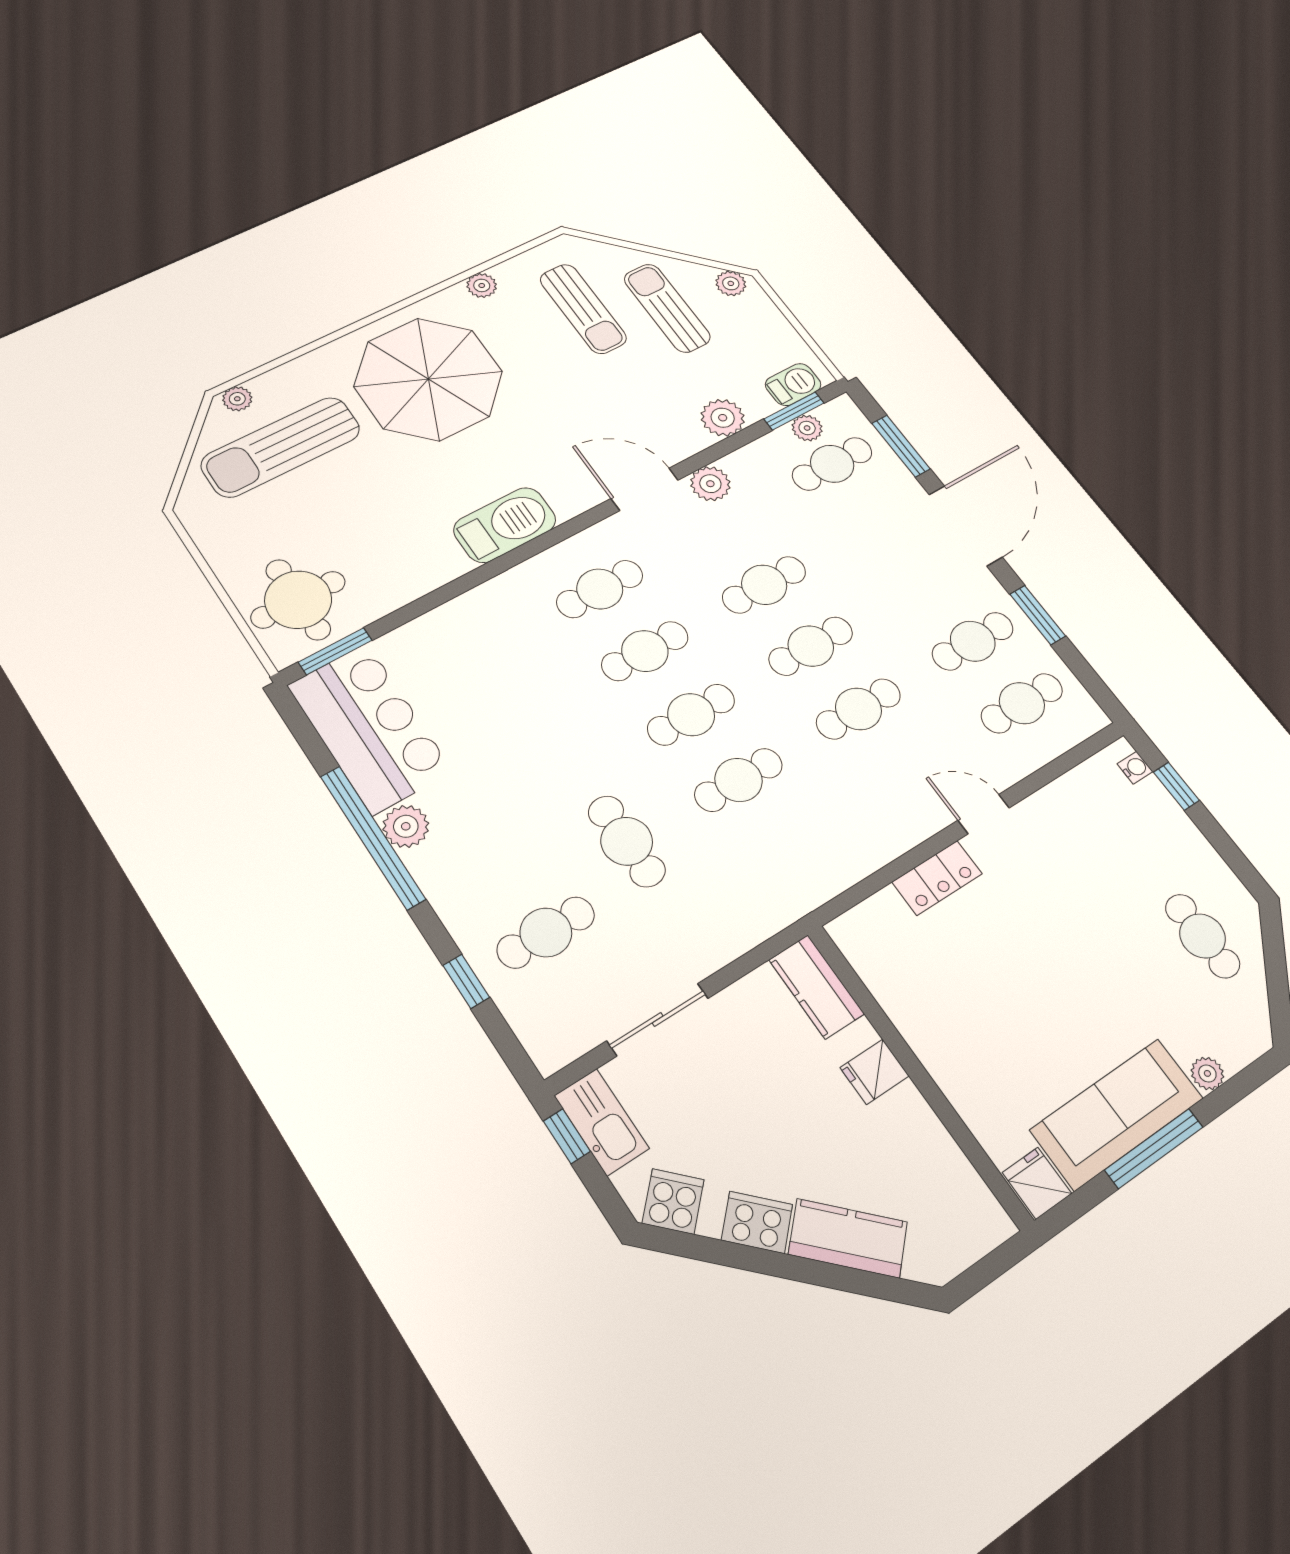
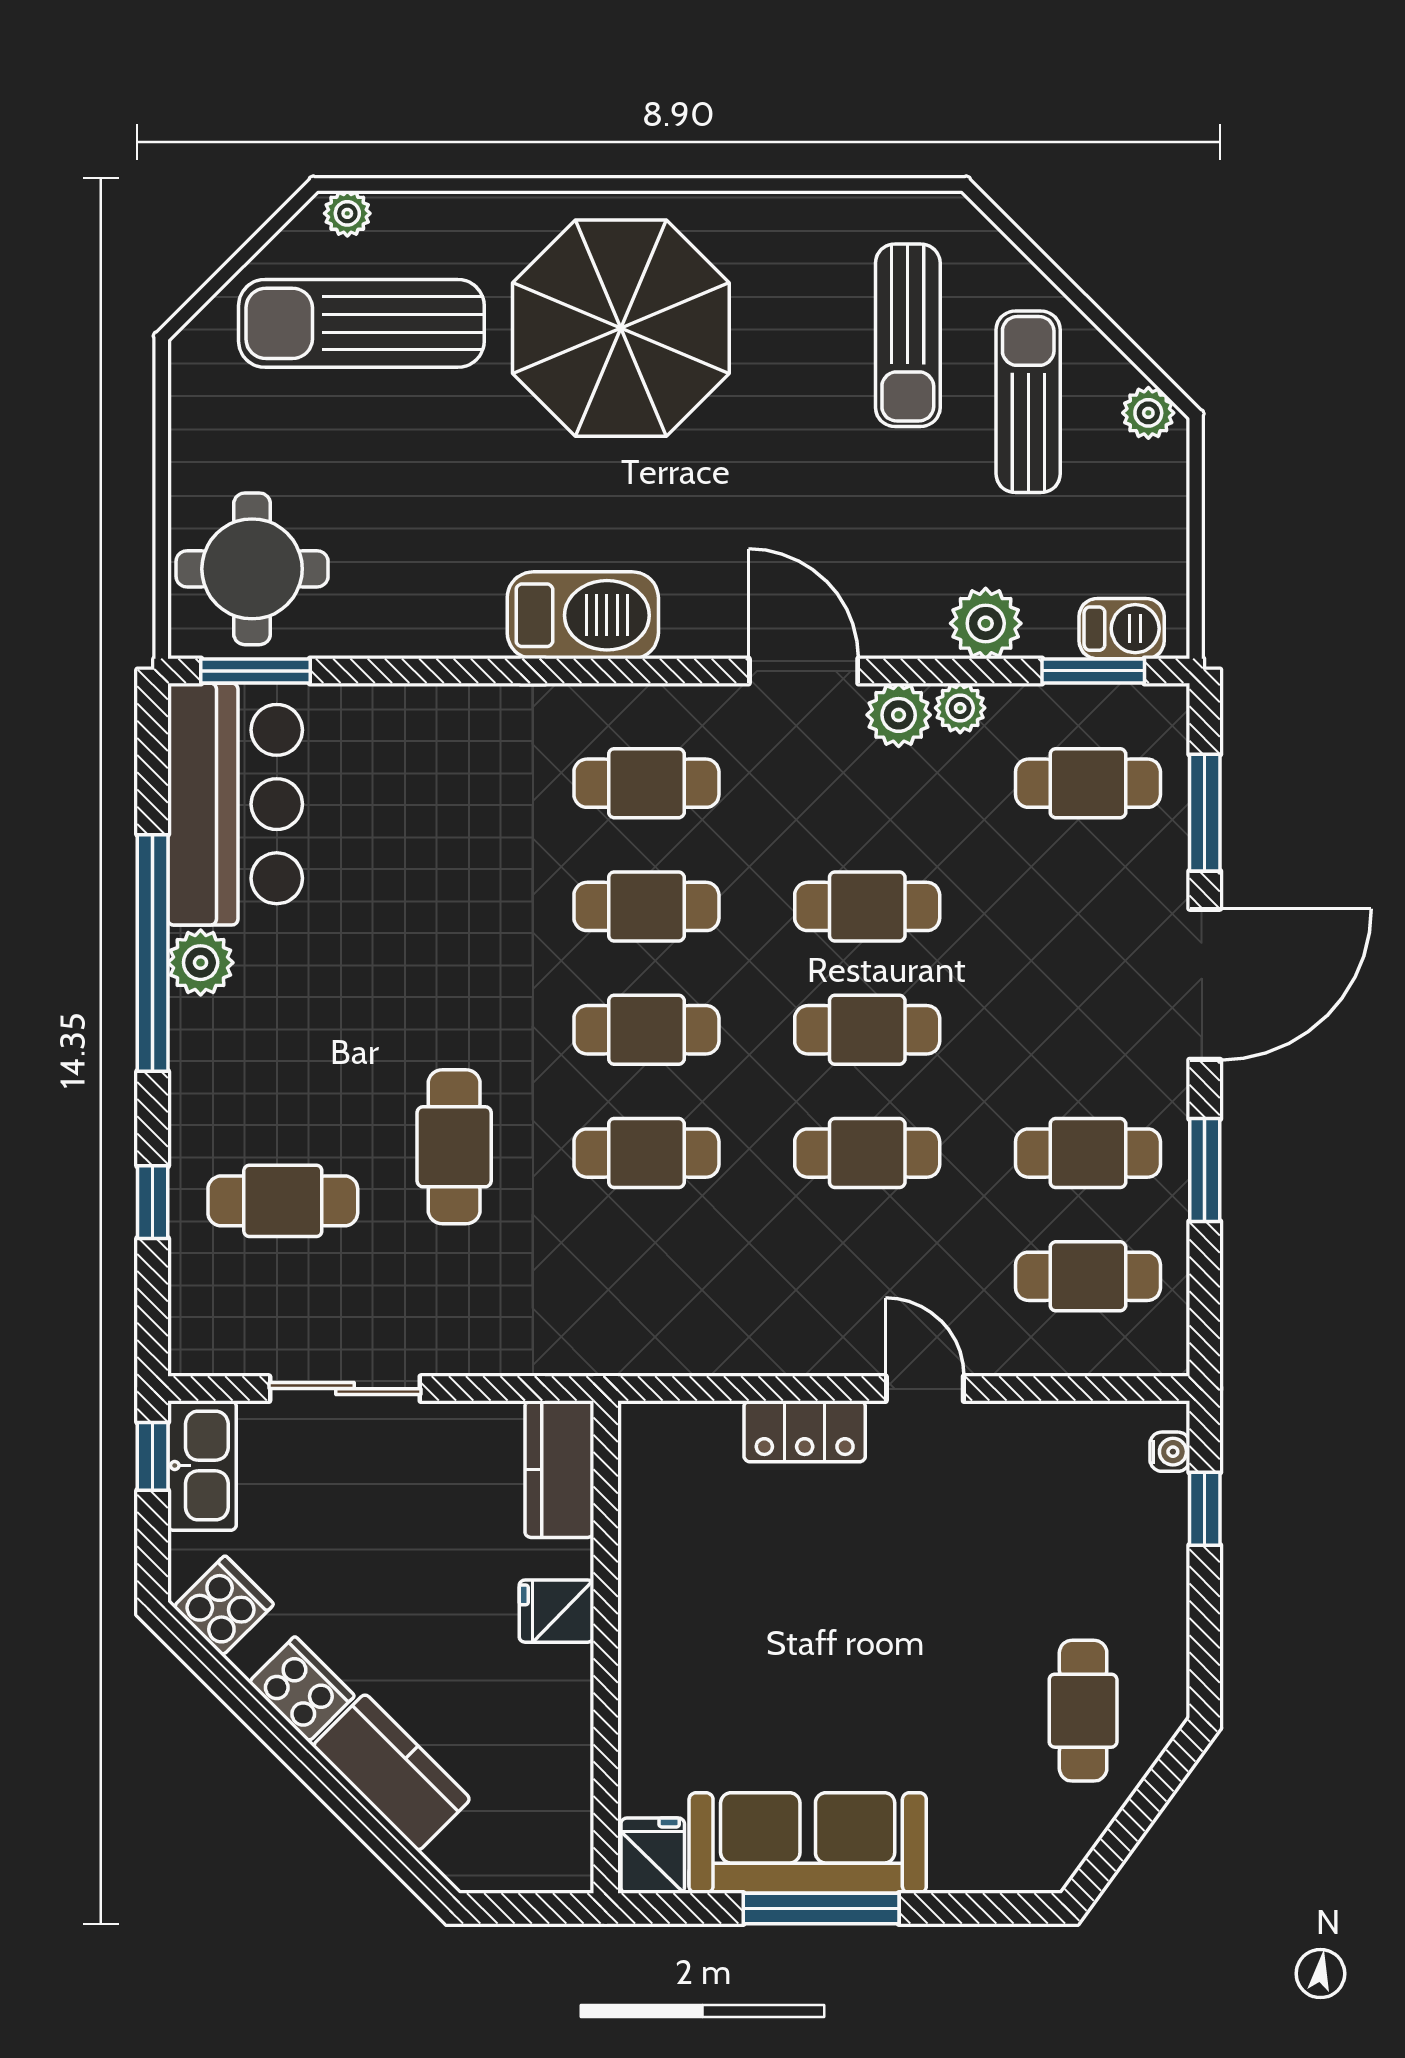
plant: (482, 285) -> (790, 215), removed
plant: (807, 428) -> (960, 708), moved
plant: (1207, 1073) -> (955, 1869), removed

